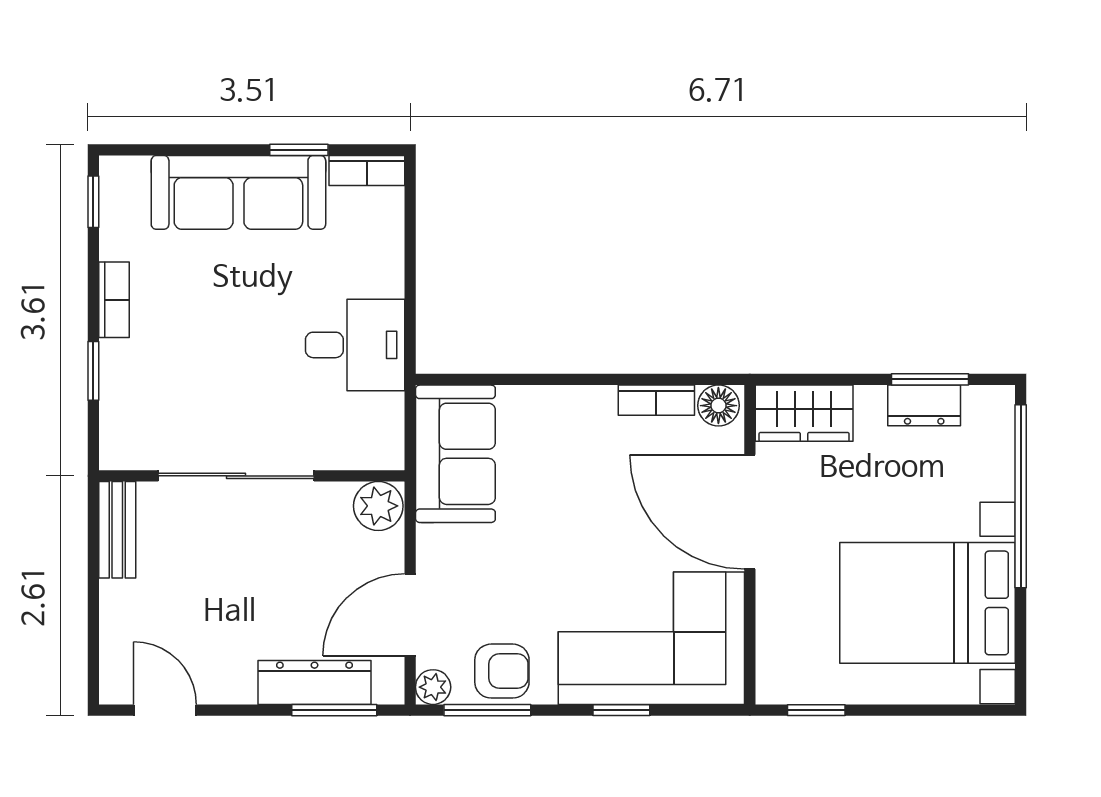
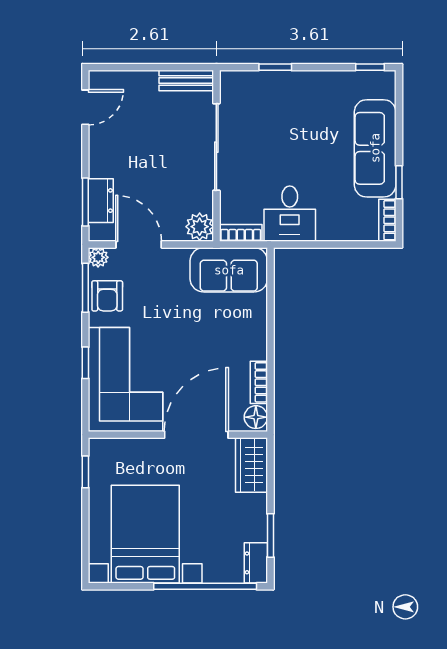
bookcase: (114, 300) -> (241, 233), moved, turned 180
dresser: (924, 405) -> (256, 563), moved
dresser: (314, 682) -> (101, 201), width x0.70

